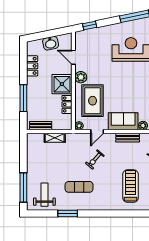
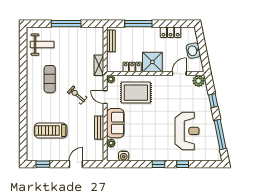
window: (90, 26) -> (213, 101), moved
plant: (81, 77) -> (199, 81), moved
shelving: (55, 138) -> (99, 65), moved
treadmill: (131, 186) -> (51, 131), turned 180
window: (23, 188) -> (66, 24), moved
window: (68, 214) -> (23, 68), removed

